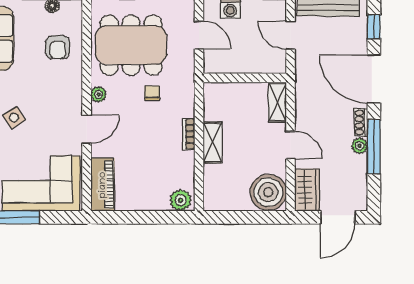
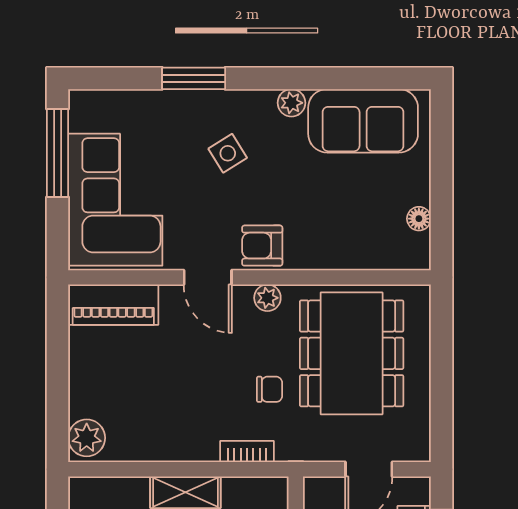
armchair: (58, 47) -> (262, 246), moved
bookcase: (189, 134) -> (247, 452), moved

